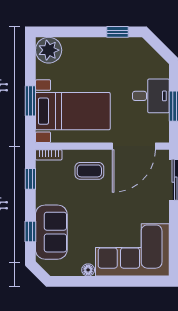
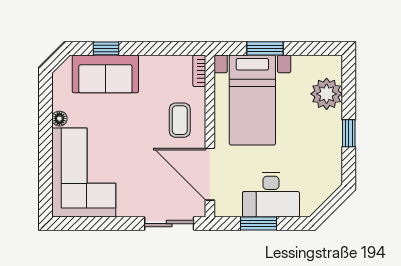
window: (117, 32) -> (349, 133), moved
plant: (49, 50) -> (327, 94), moved
desk: (151, 96) -> (271, 195), width x1.37
window: (30, 179) -> (170, 48), removed

